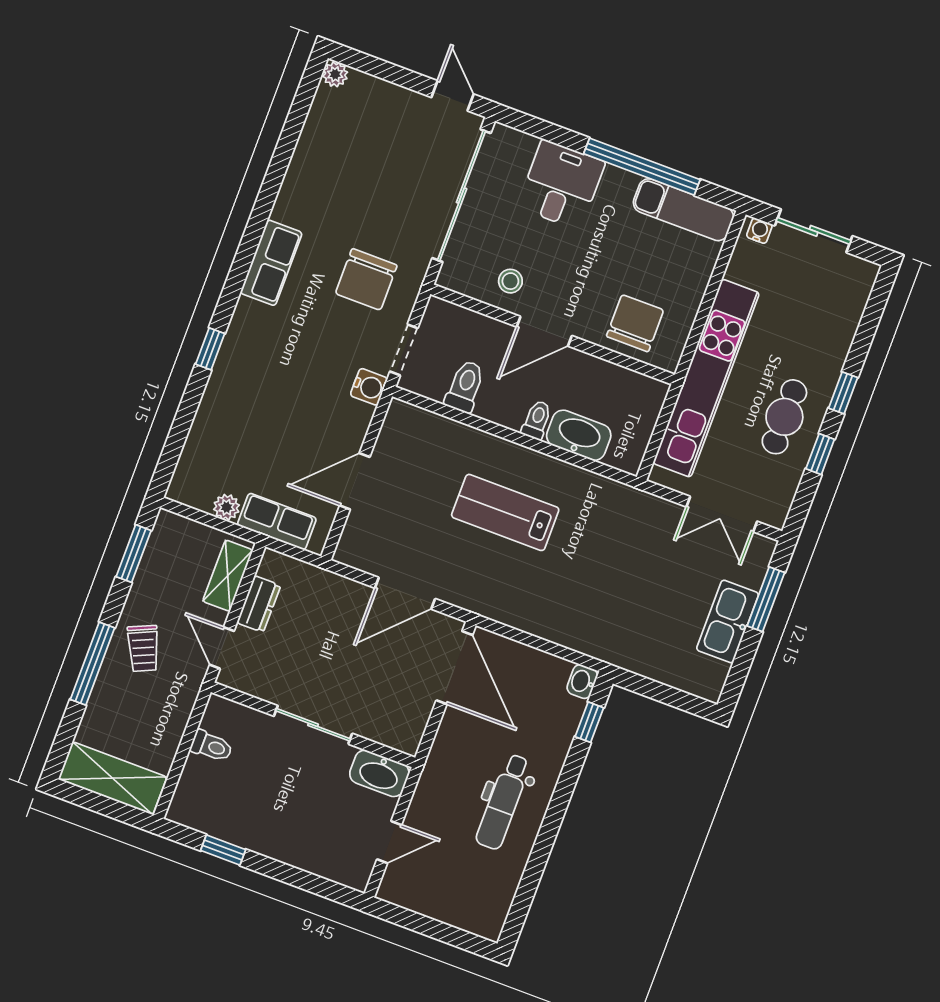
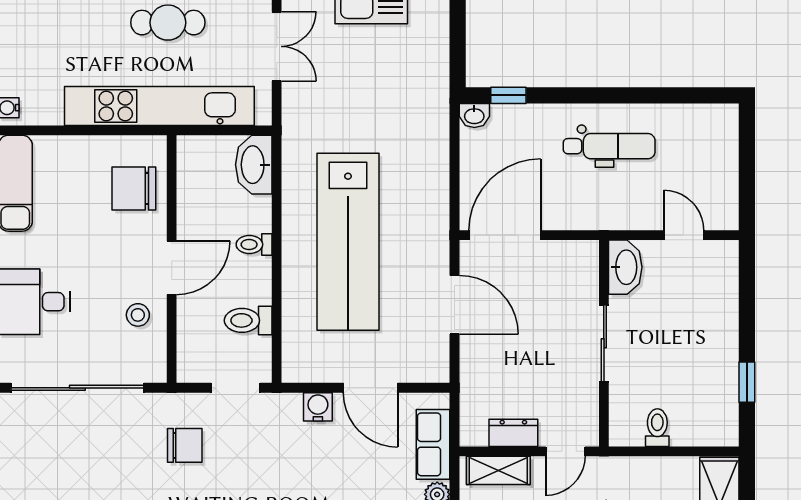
chair: (366, 279) -> (185, 445), width x0.73, depth x0.73
door: (544, 331) -> (172, 268), hinge flipped
water cooler: (369, 387) -> (318, 407), moved
washbasin: (579, 435) -> (254, 165), moved
lab bench: (505, 512) -> (348, 242), width x1.86, depth x1.39

